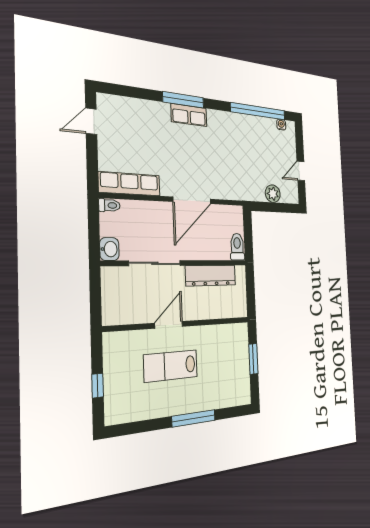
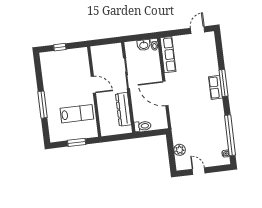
door: (91, 121) -> (198, 30), hinge flipped
washbasin: (109, 249) -> (144, 45), moved
lab bench: (171, 366) -> (77, 114), moved, turned 90

